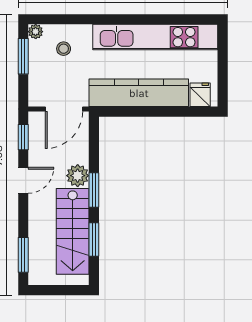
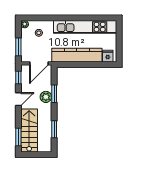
window: (23, 56) -> (18, 47), moved
window: (94, 190) -> (54, 94), moved
stairs: (73, 231) -> (29, 131), moved, turned 180

